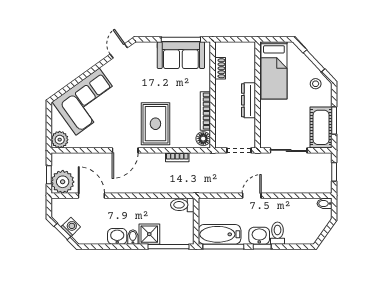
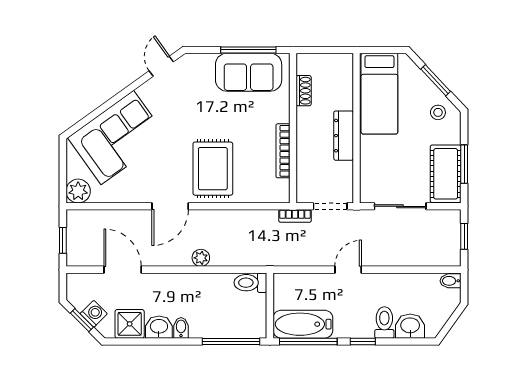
floor lamp: (203, 139) -> (280, 190), removed
bookcase: (177, 157) -> (295, 216), moved
plant: (63, 182) -> (201, 258), moved, width x0.53, depth x0.53
shower: (149, 234) -> (130, 324), moved
washbasin: (259, 236) -> (410, 326), moved

